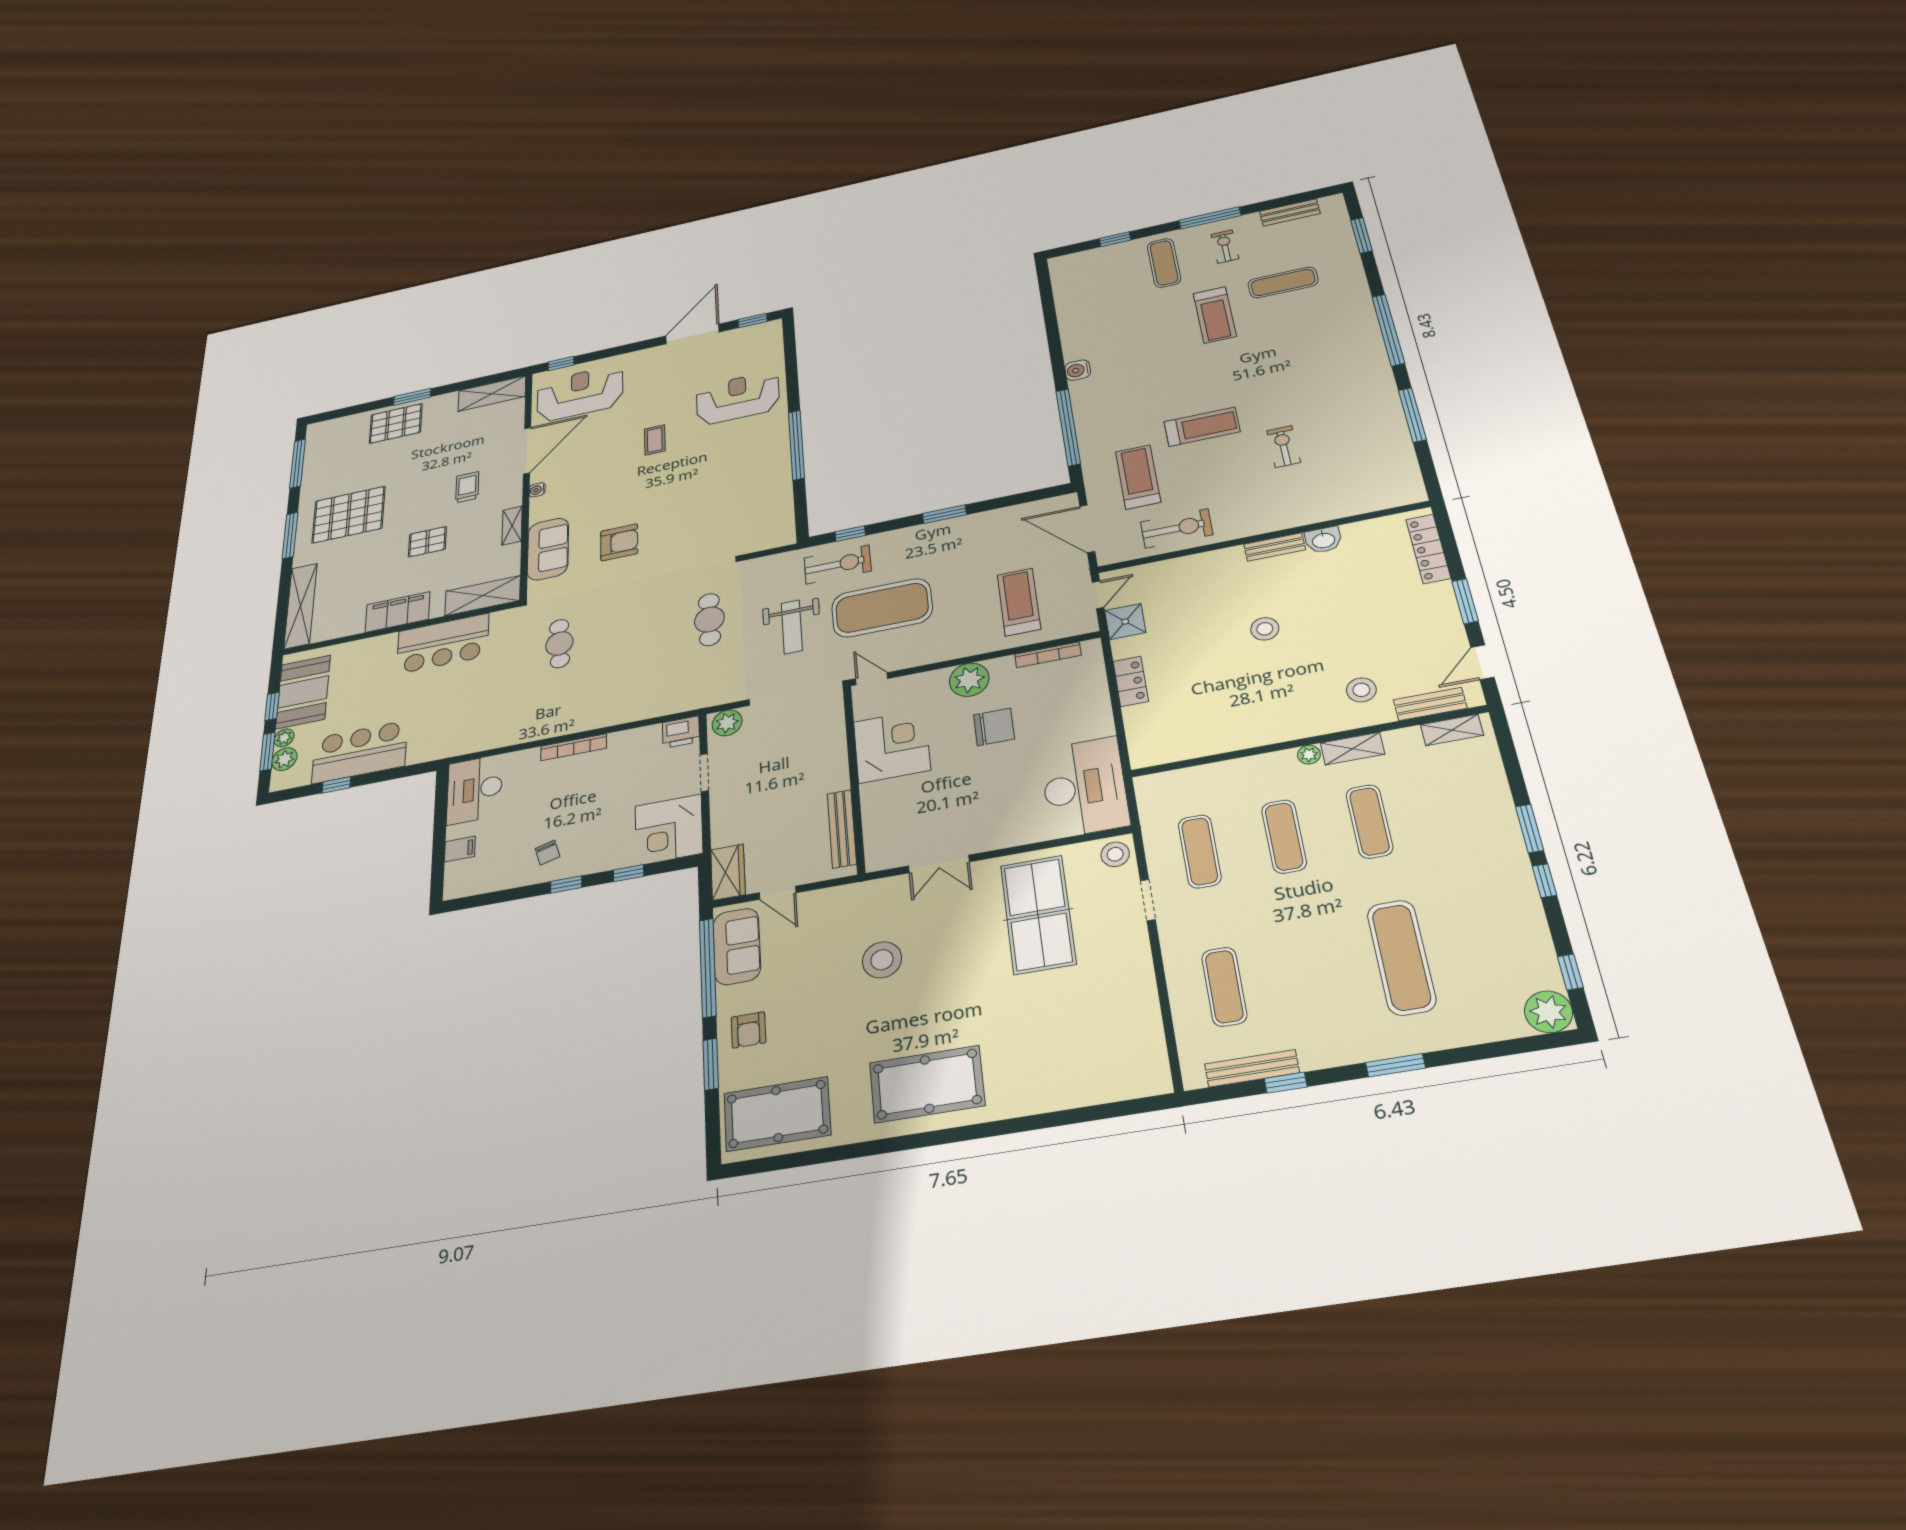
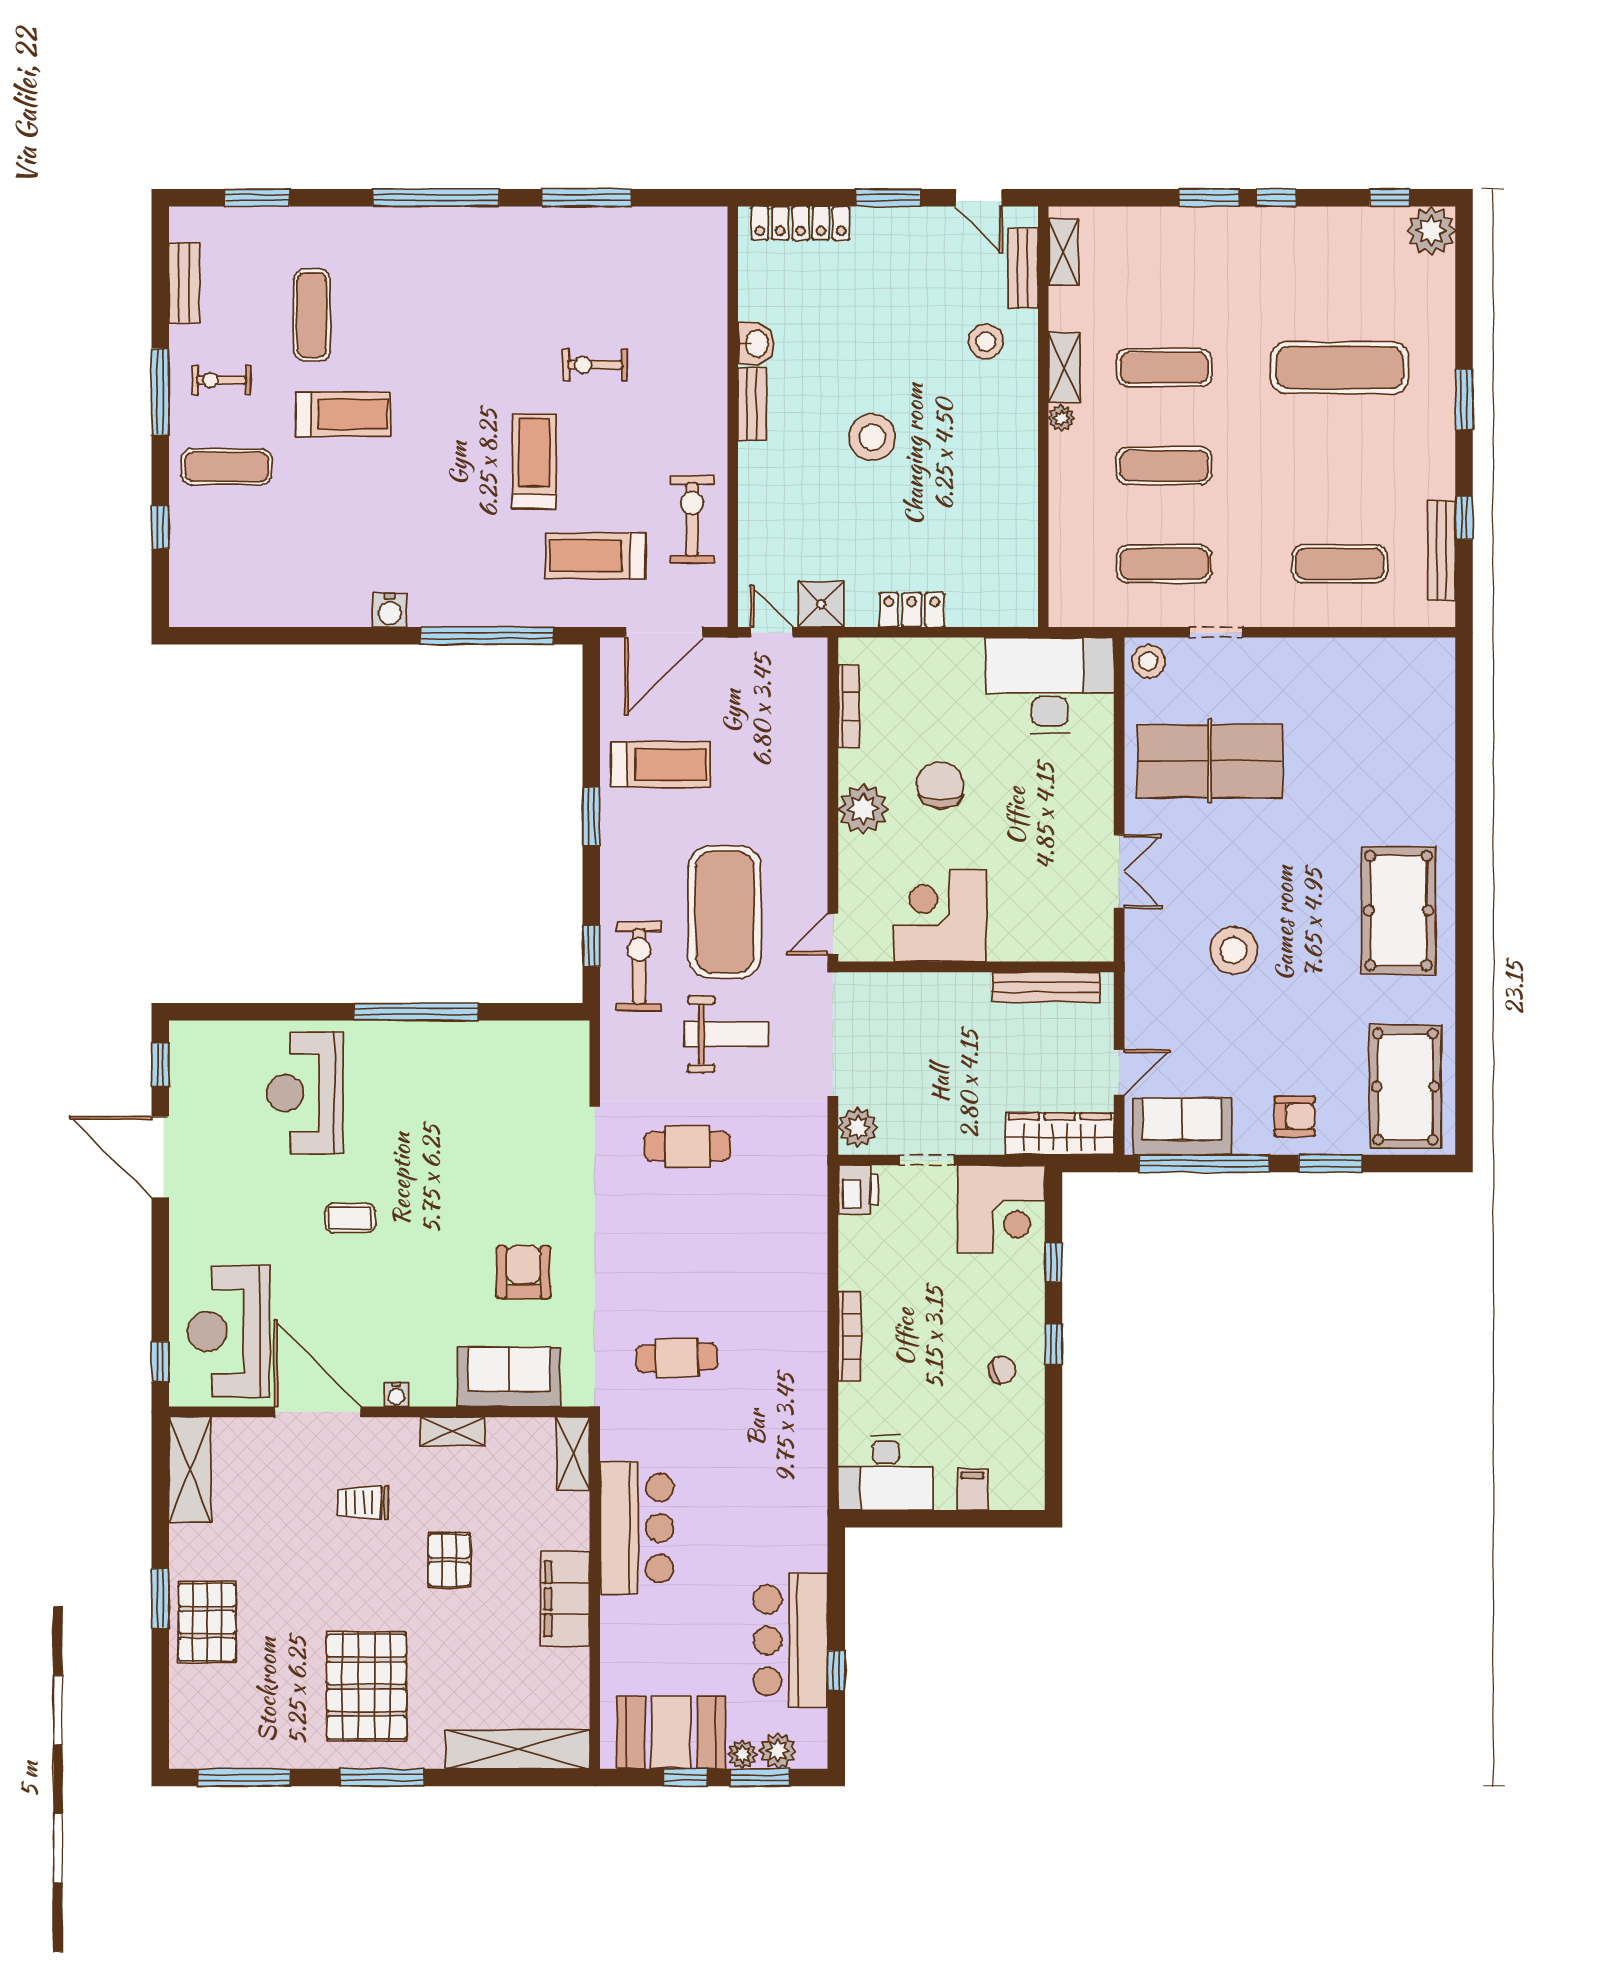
shelving: (483, 596) -> (573, 1454), width x0.67, depth x0.75
treadmill: (1019, 602) -> (661, 765), moved, turned 180
stool: (1265, 629) -> (872, 437), width x1.38, depth x1.38
wardrobe: (728, 872) -> (1060, 1134), width x1.50

